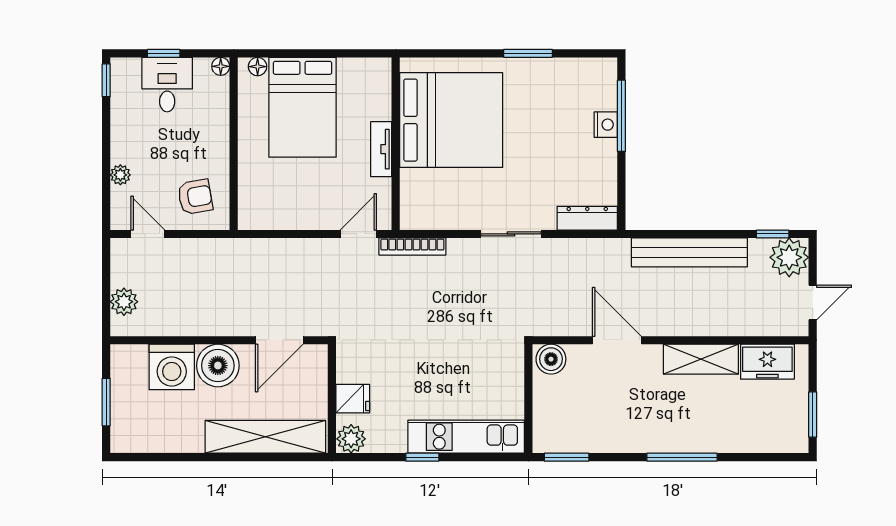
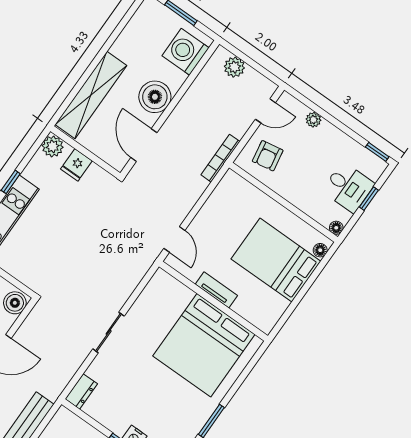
dresser: (587, 218) -> (81, 391), width x0.70
bookcase: (412, 247) -> (220, 158), moved
washing machine: (172, 367) -> (185, 52), moved

